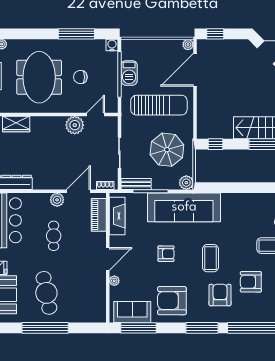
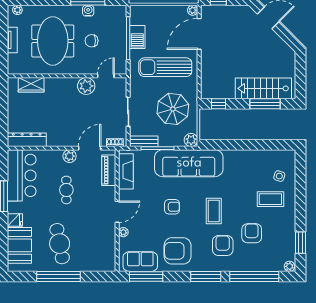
water cooler: (112, 45) -> (88, 11), moved
sun lounger: (159, 105) -> (165, 67), turned 180
armchair: (251, 282) -> (252, 233), turned 90

